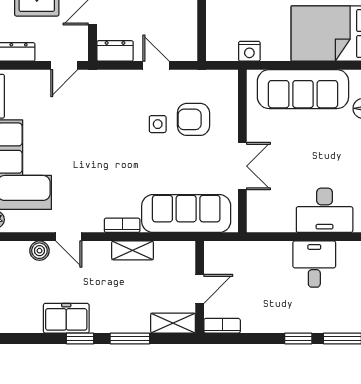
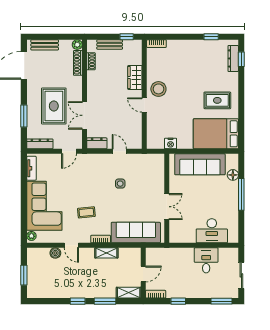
armchair: (193, 119) -> (140, 181), removed
coffee table: (96, 177) -> (86, 212), added
freezer: (66, 318) -> (70, 290), removed
window: (298, 338) -> (178, 301), moved

